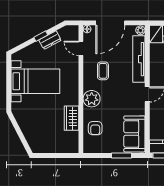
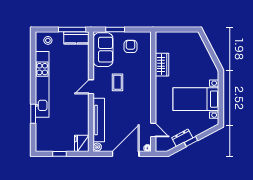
coffee table: (103, 71) -> (118, 82), moved
plant: (92, 99) -> (143, 83), removed
armchair: (95, 128) -> (131, 46), moved

